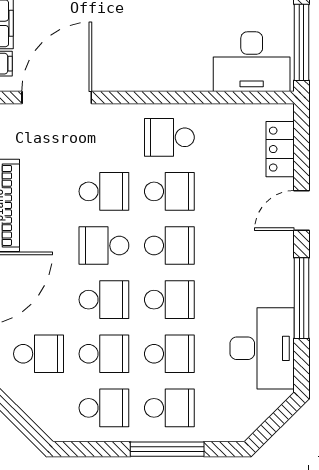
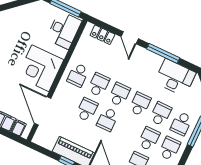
corner desk: (146, 50) -> (40, 68), added
school desk: (104, 300) -> (128, 129), removed
school desk: (169, 408) -> (181, 124), turned 180

